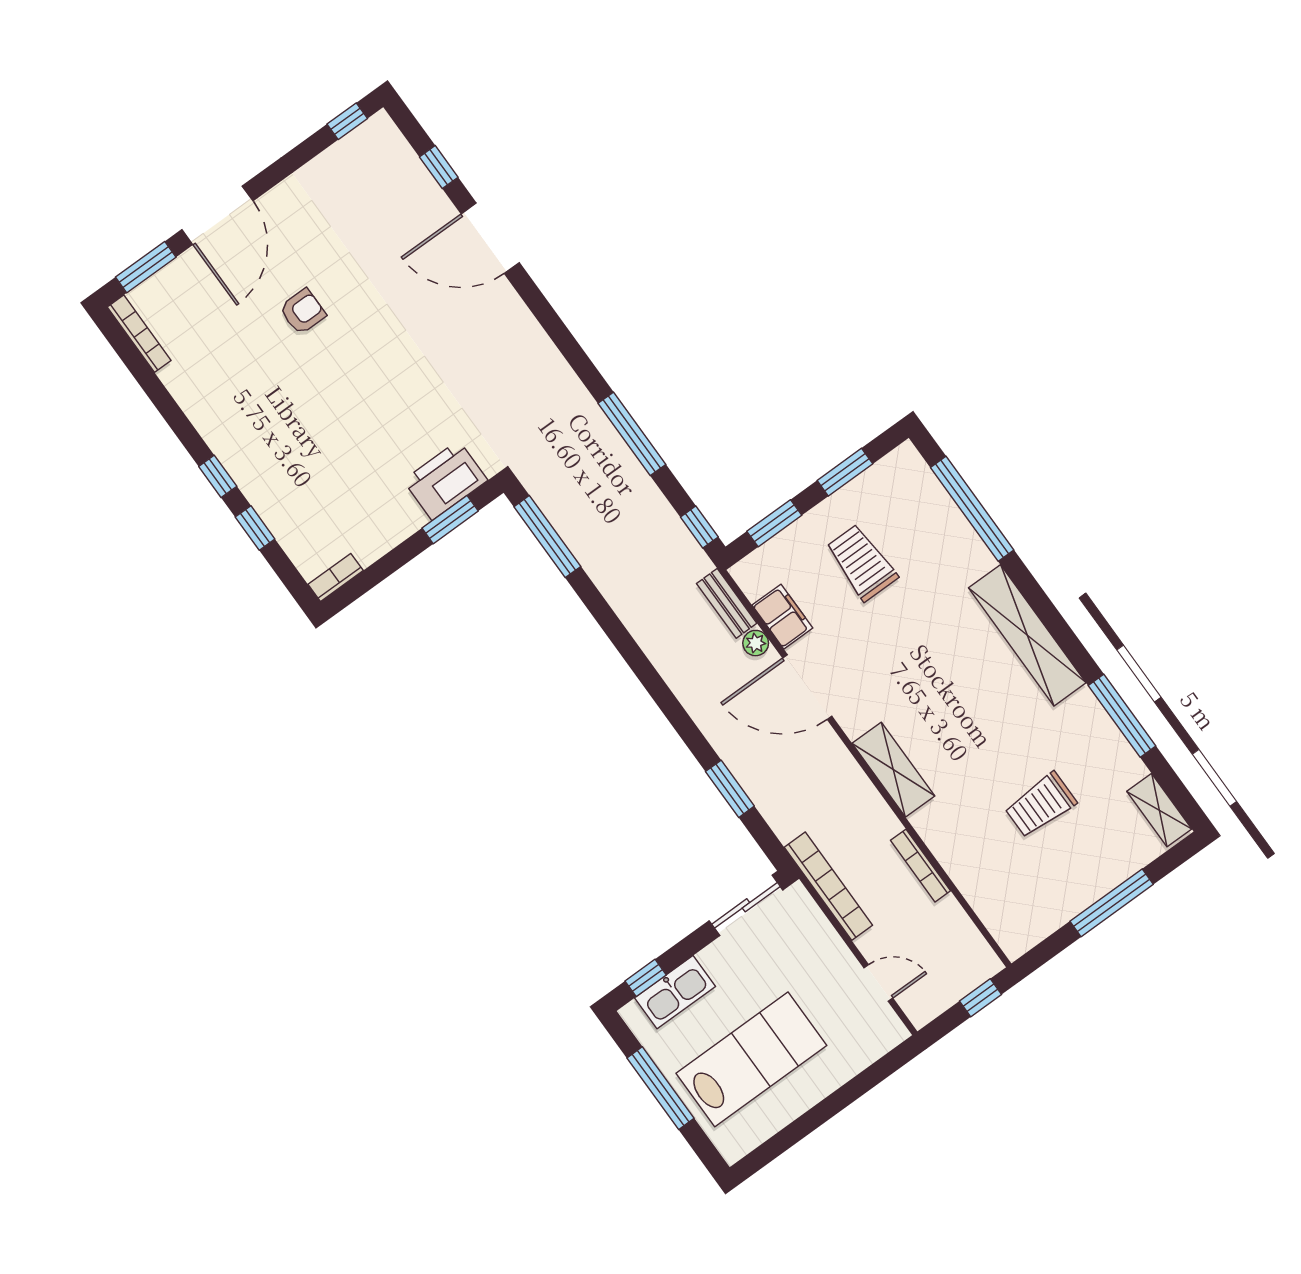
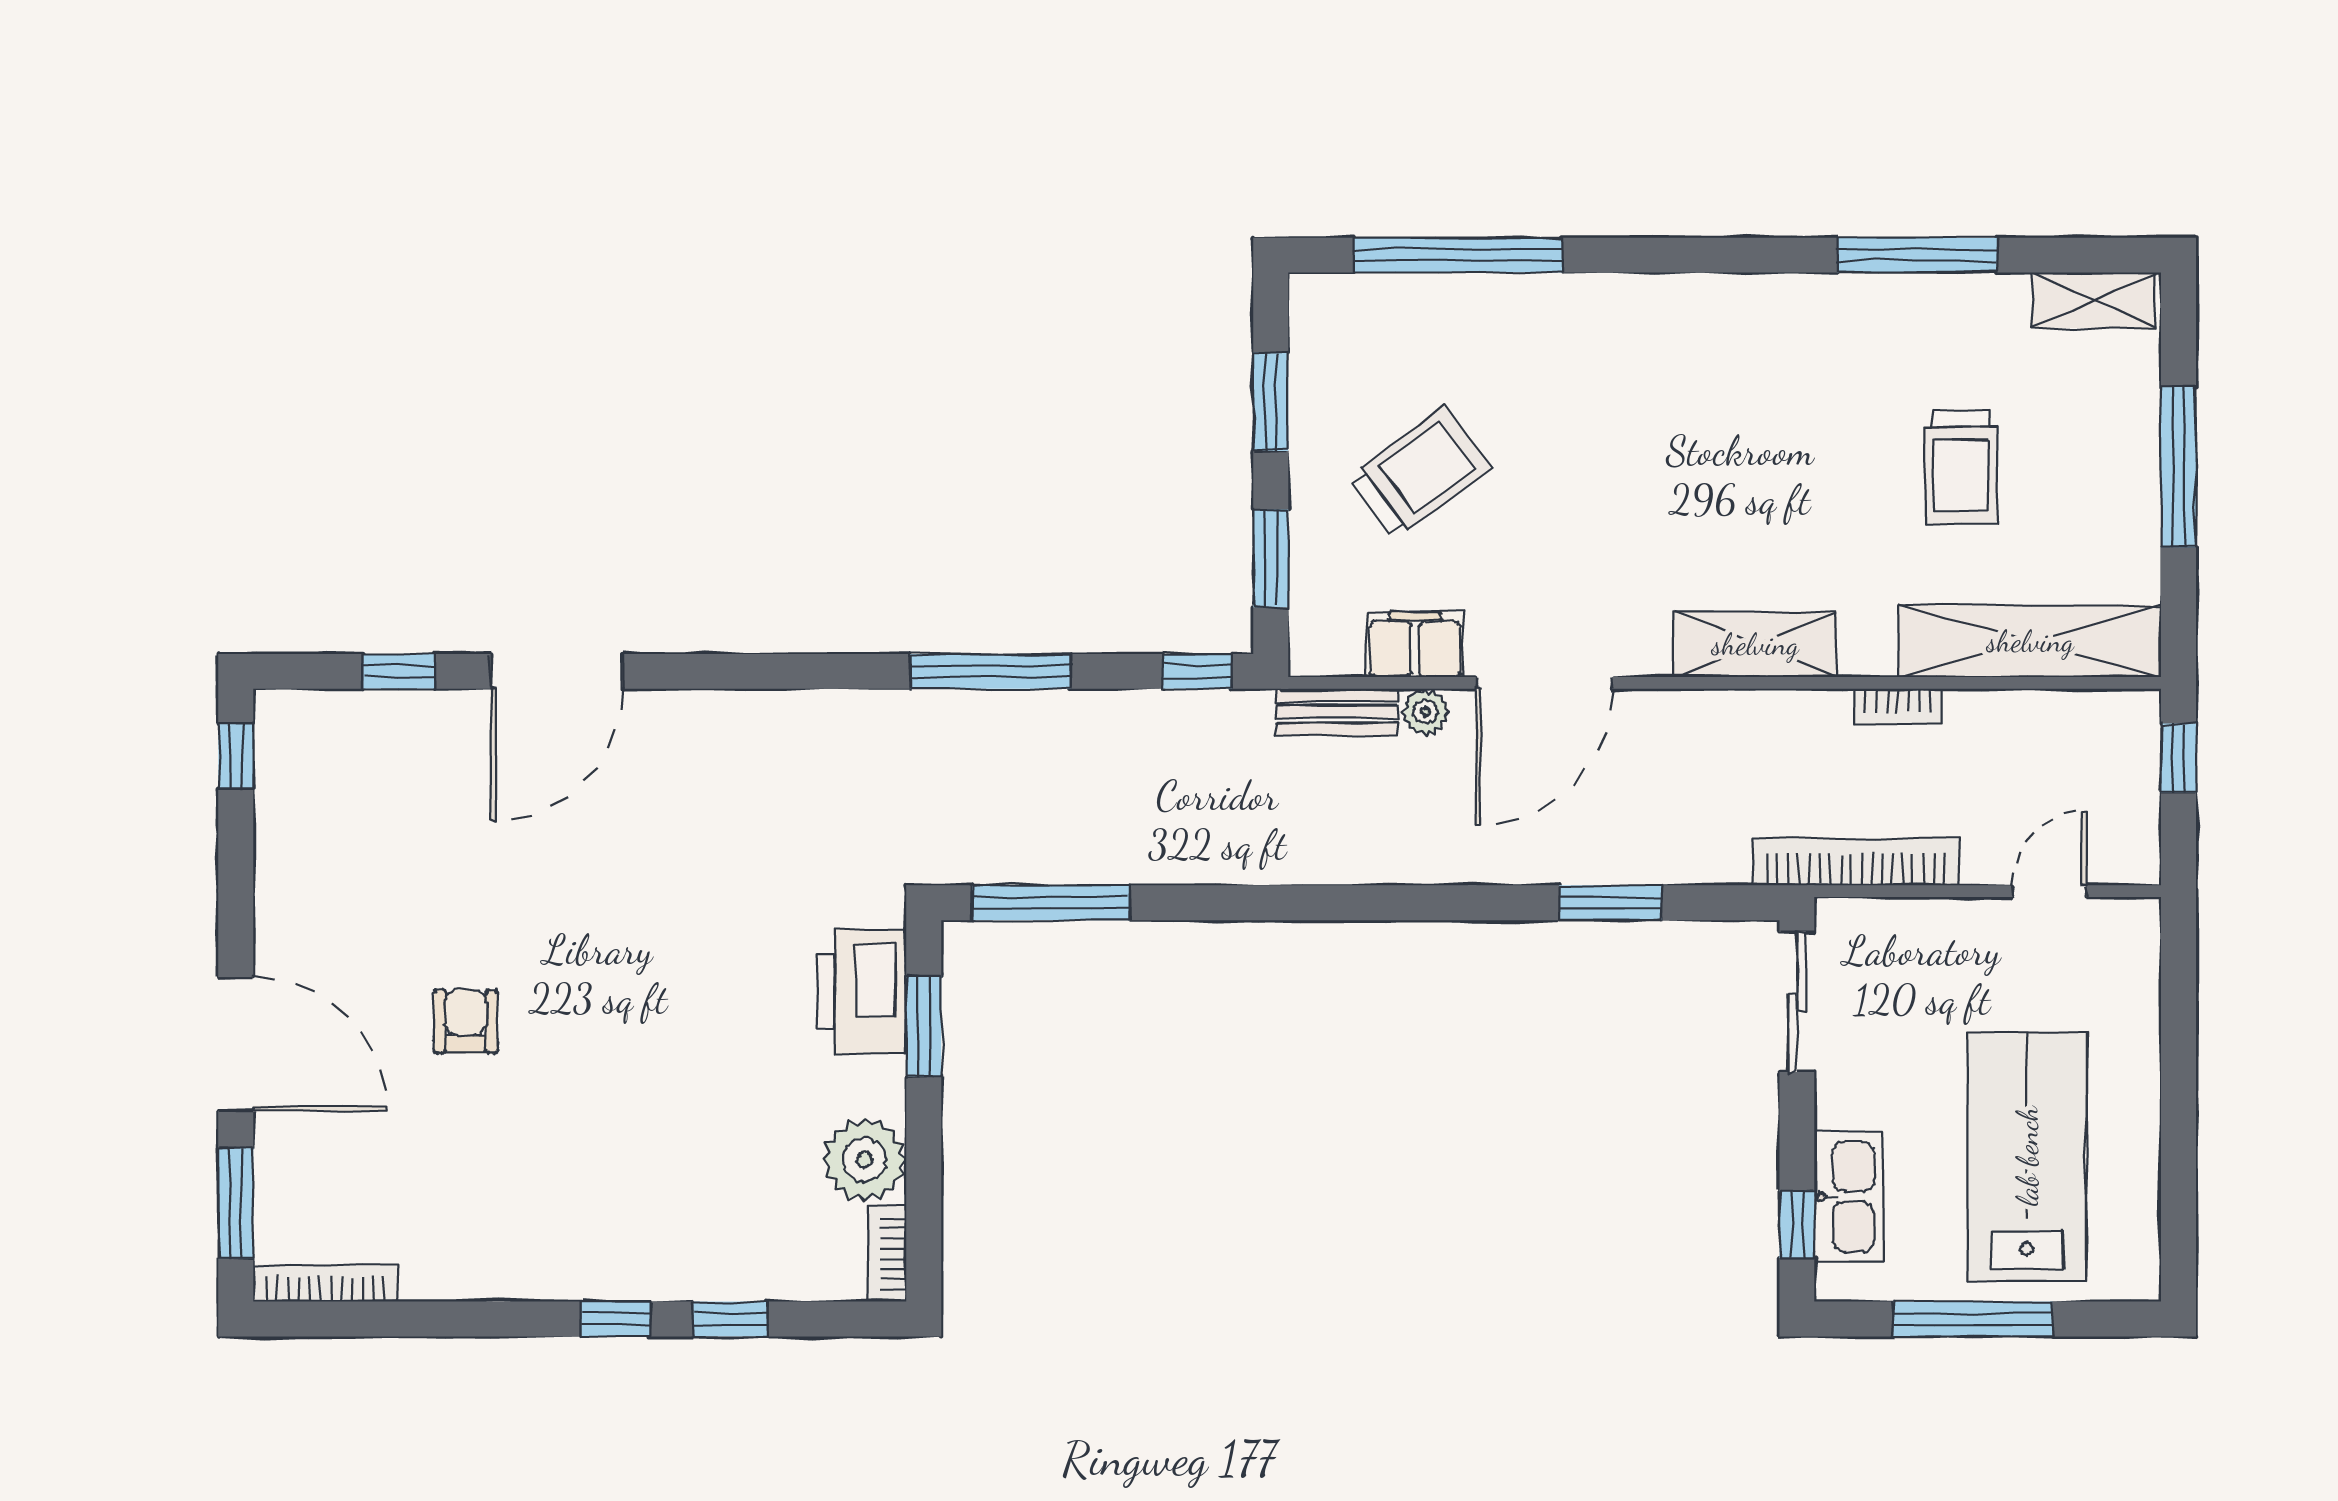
plant: (371, 536) -> (865, 1160), added
trolley: (862, 563) -> (1420, 472), turned 143
shelving: (1027, 635) -> (2030, 641), moved
bookcase: (920, 866) -> (1898, 706), width x0.64

